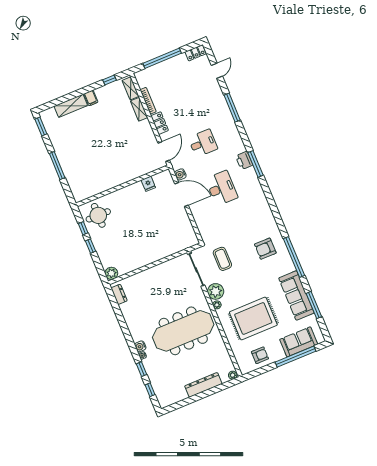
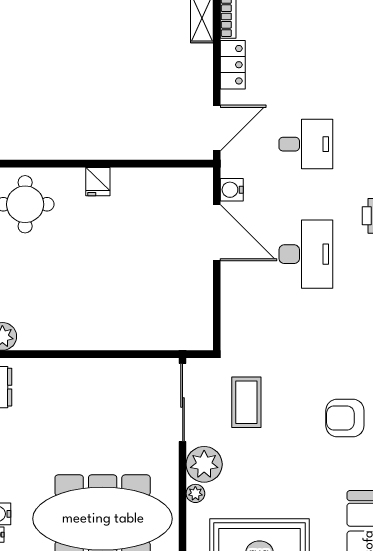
fridge: (148, 184) -> (98, 182), moved

